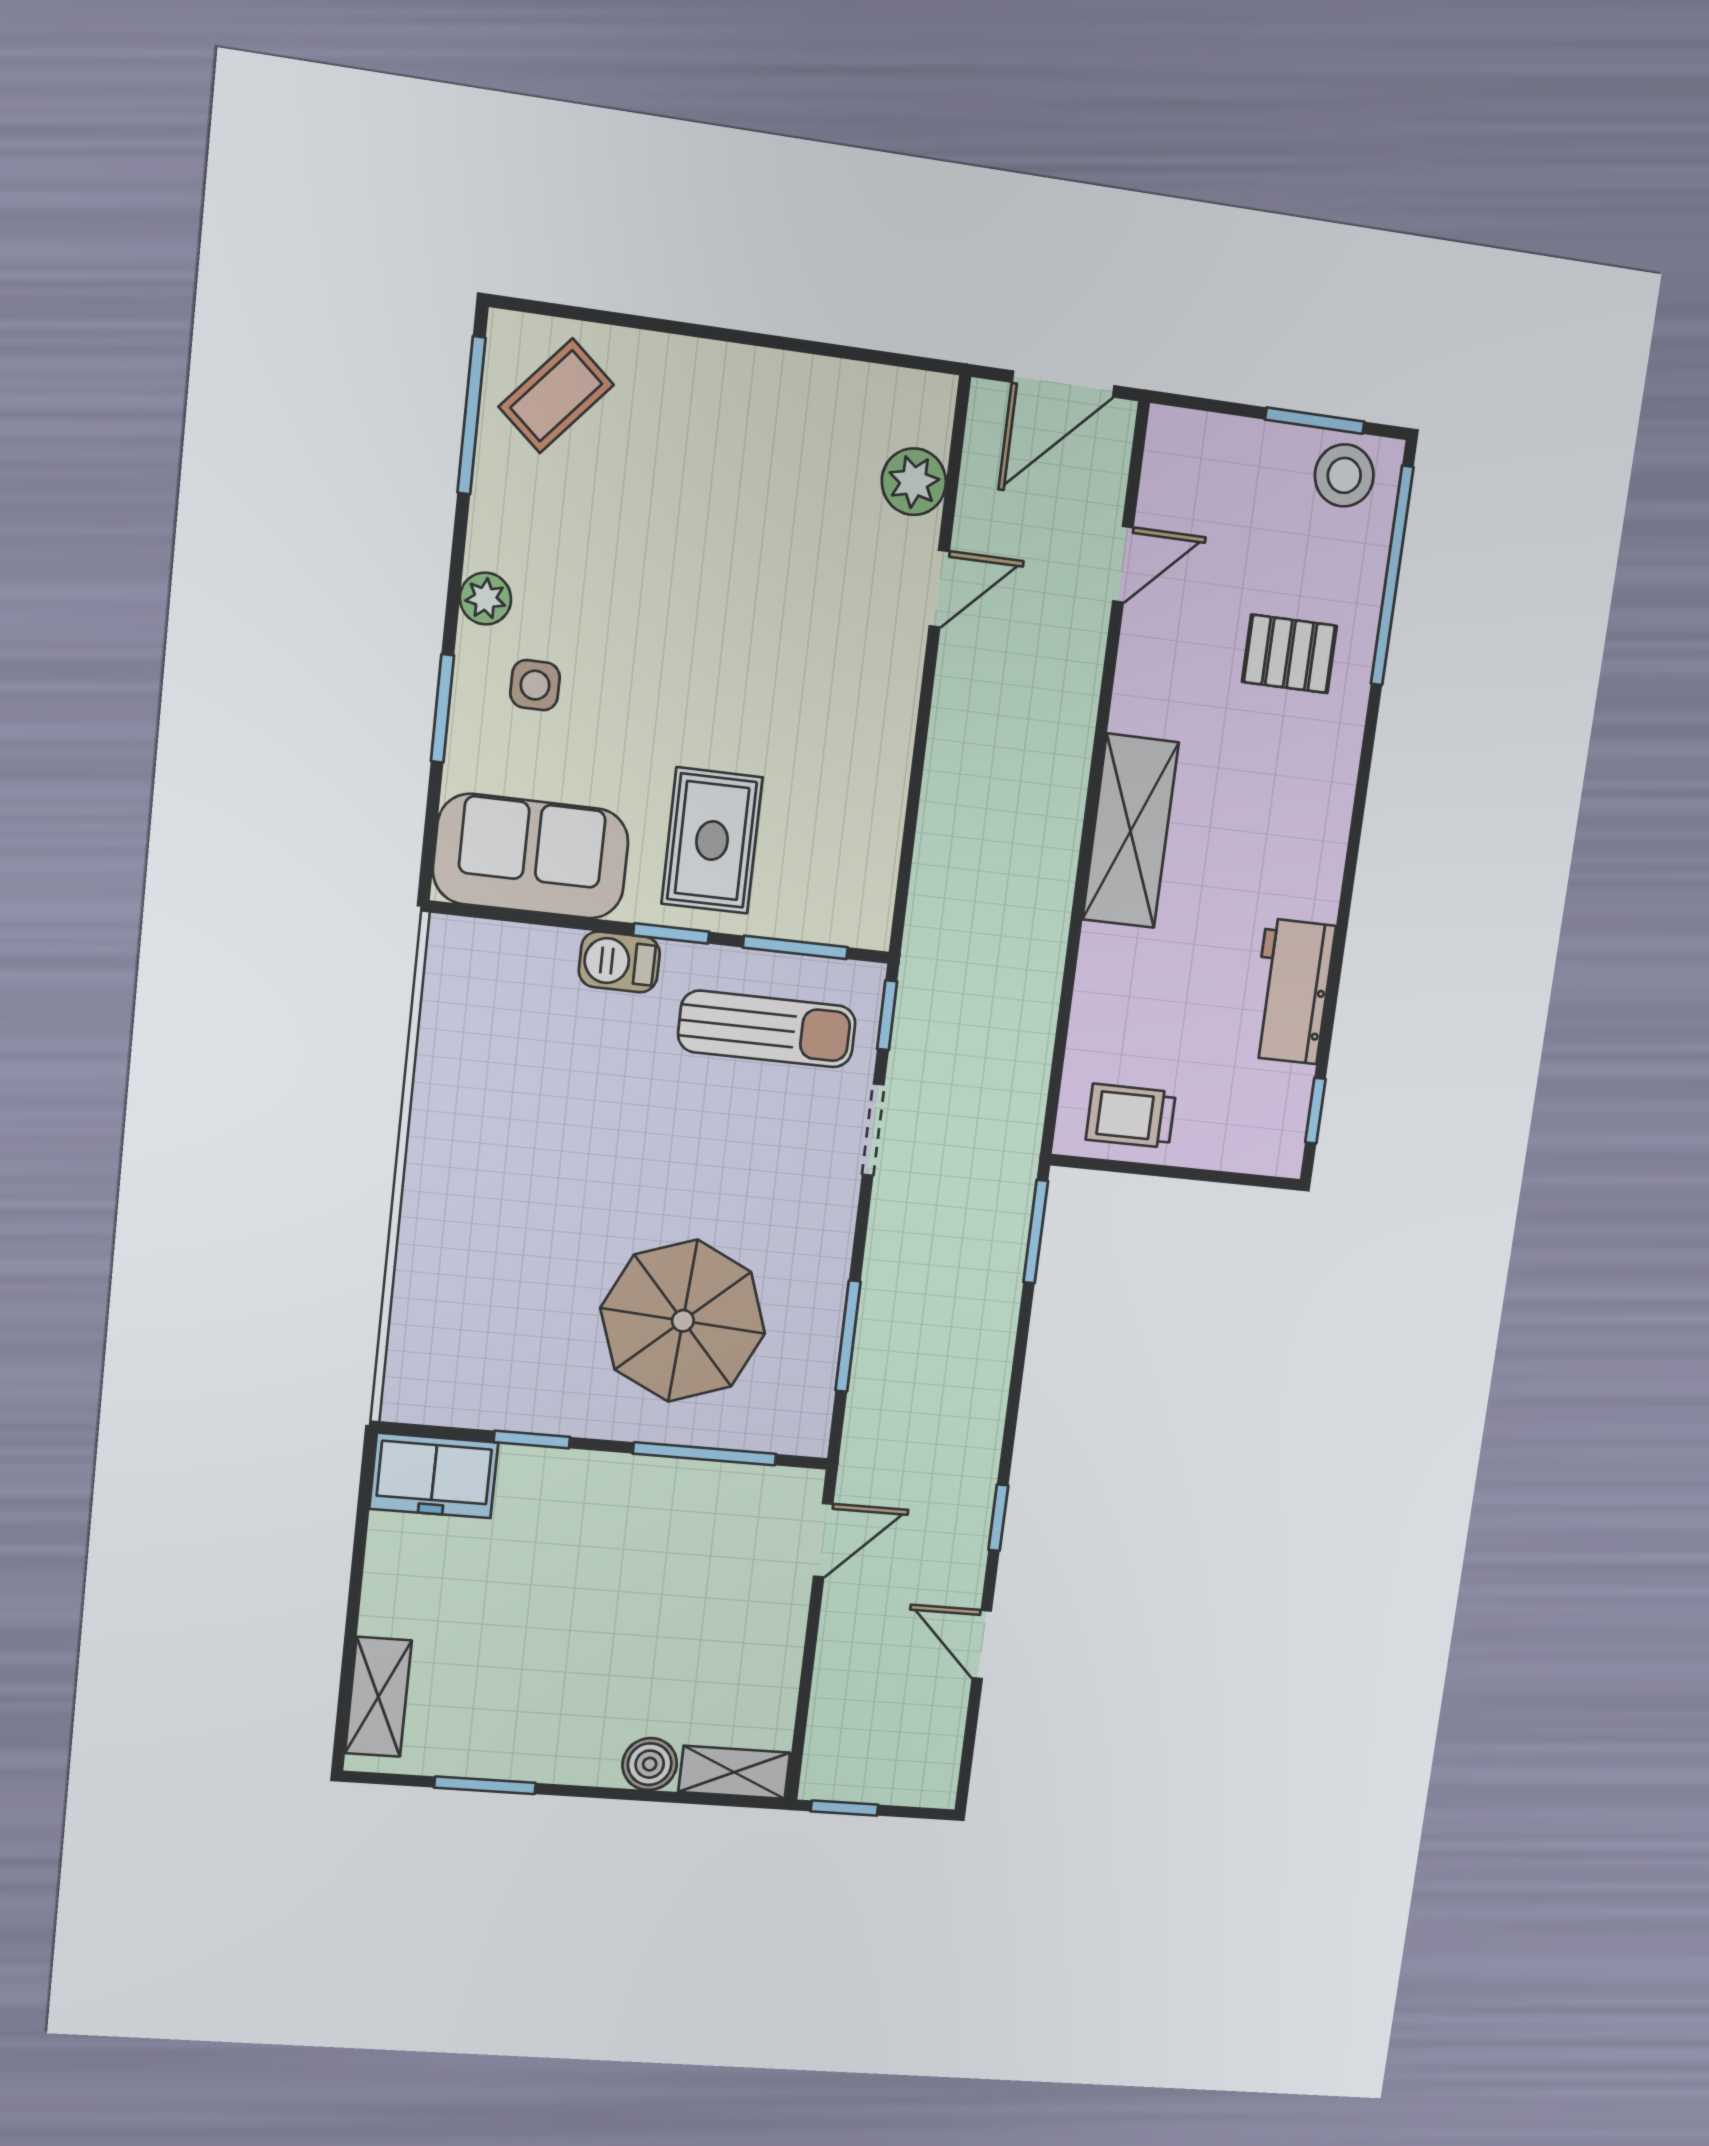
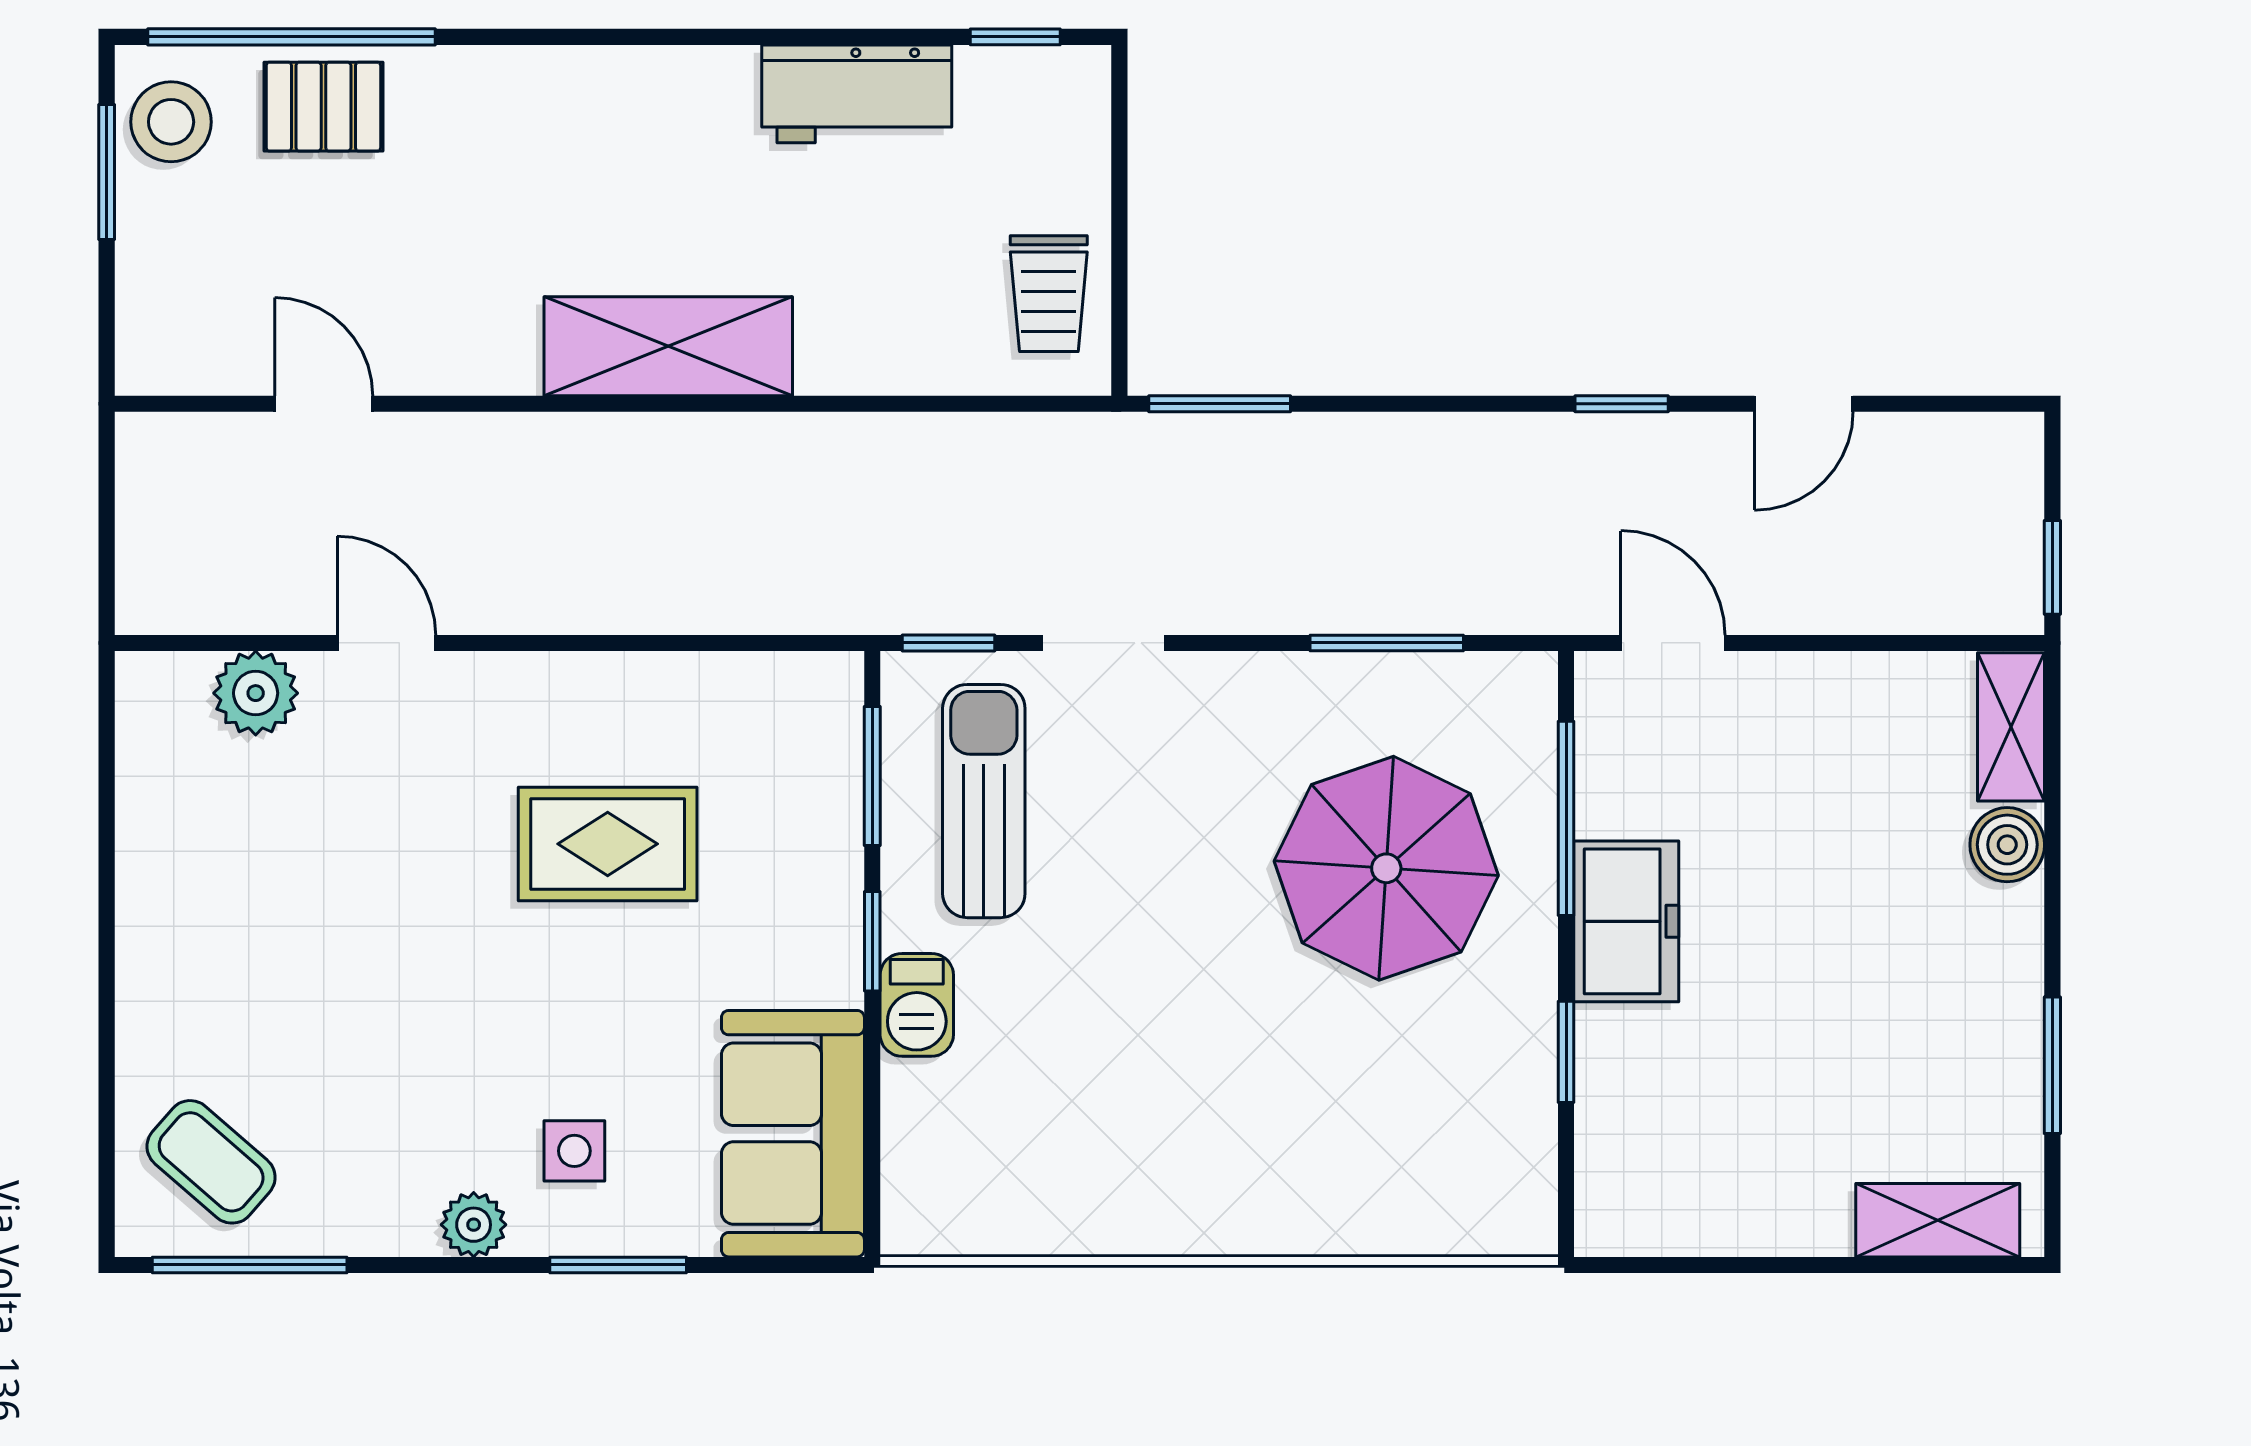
door: (1063, 384) -> (107, 513), removed
pallet: (1289, 654) -> (323, 107), moved, turned 90
rug: (712, 841) -> (608, 844), moved
freezer: (434, 1476) -> (1626, 921), moved

